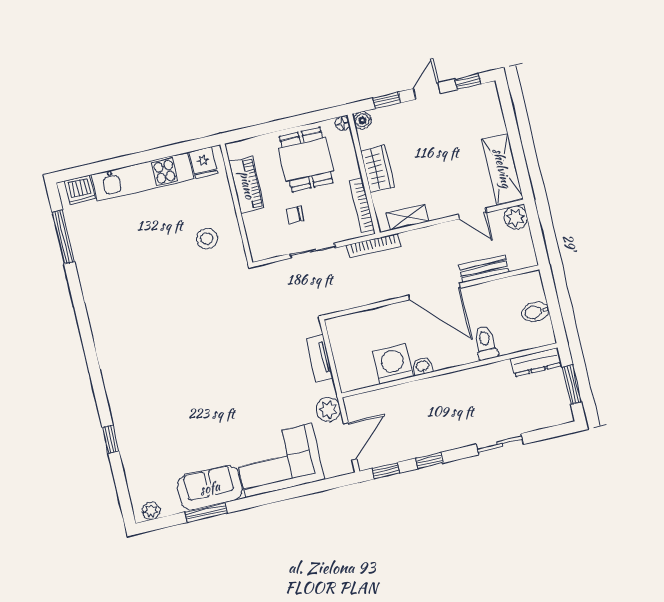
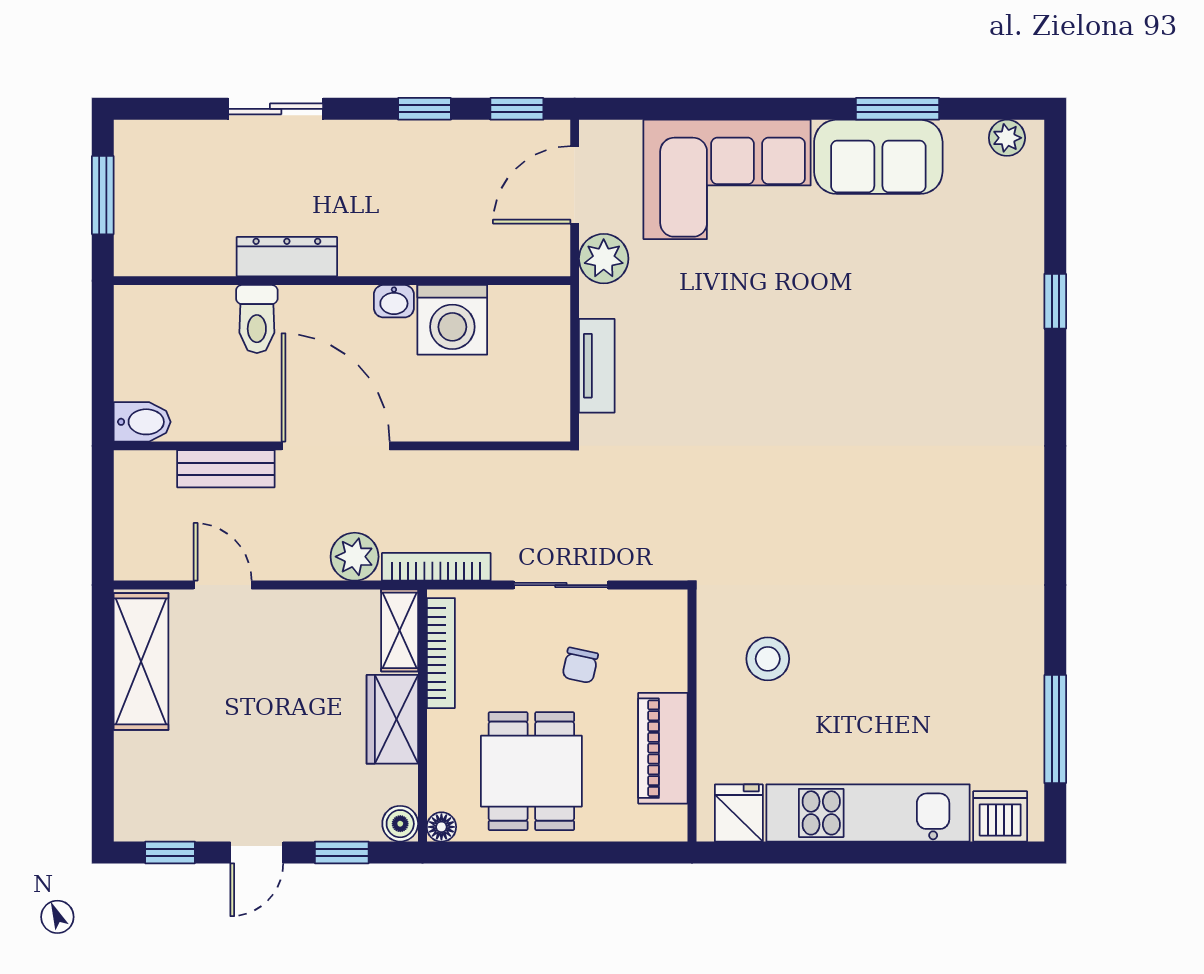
chair: (295, 215) -> (580, 665), turned 102
shelving: (408, 217) -> (400, 630), moved, turned 90
plant: (516, 218) -> (355, 557), moved
bidet: (535, 312) -> (142, 422), moved
dresser: (536, 362) -> (287, 257), moved

